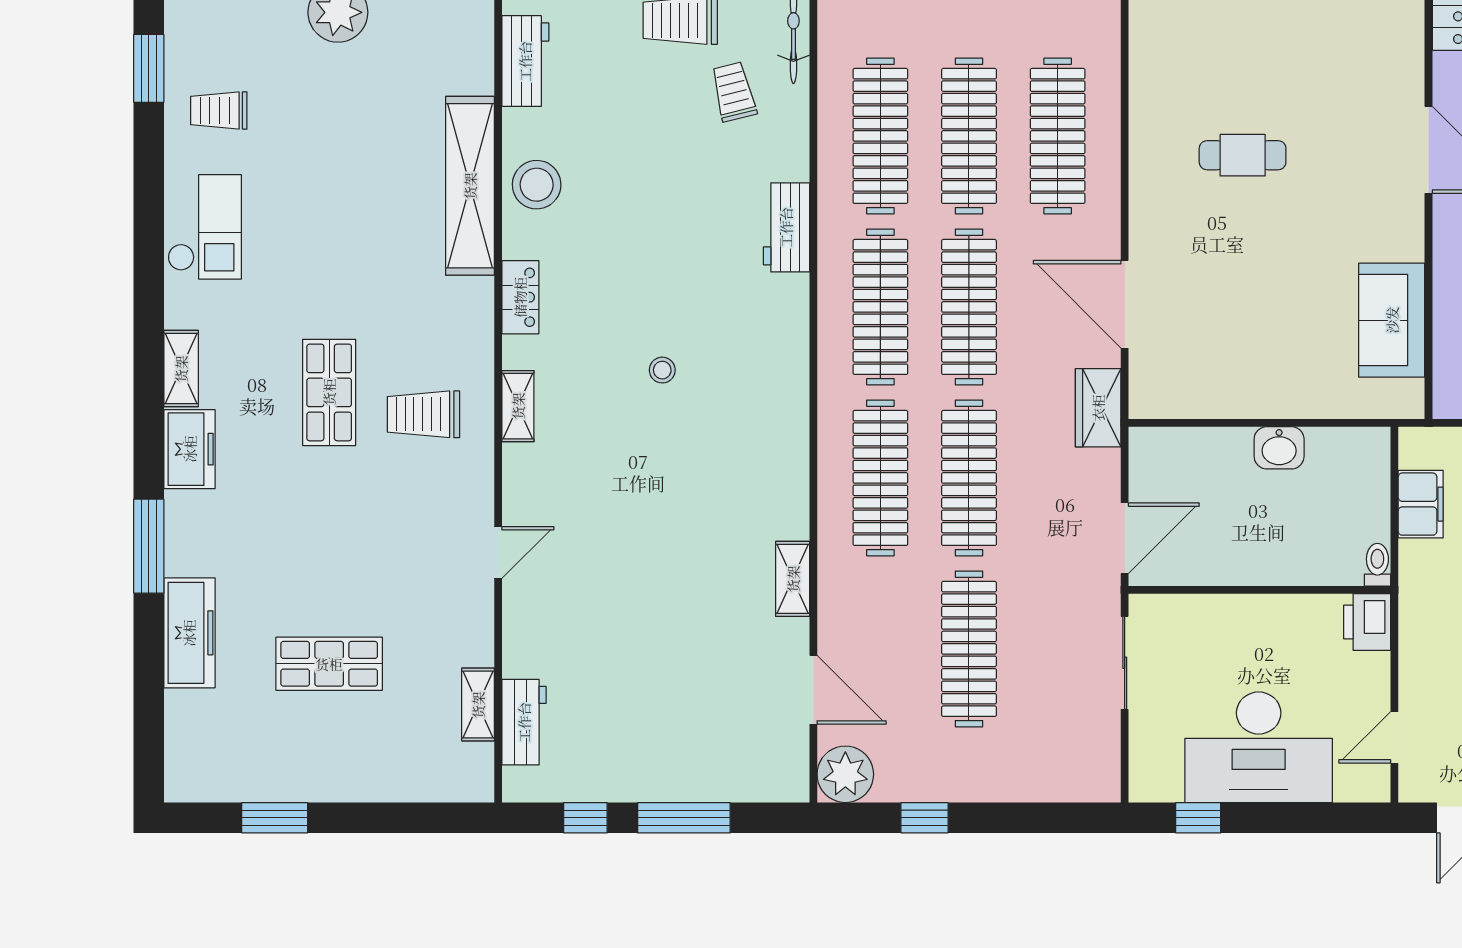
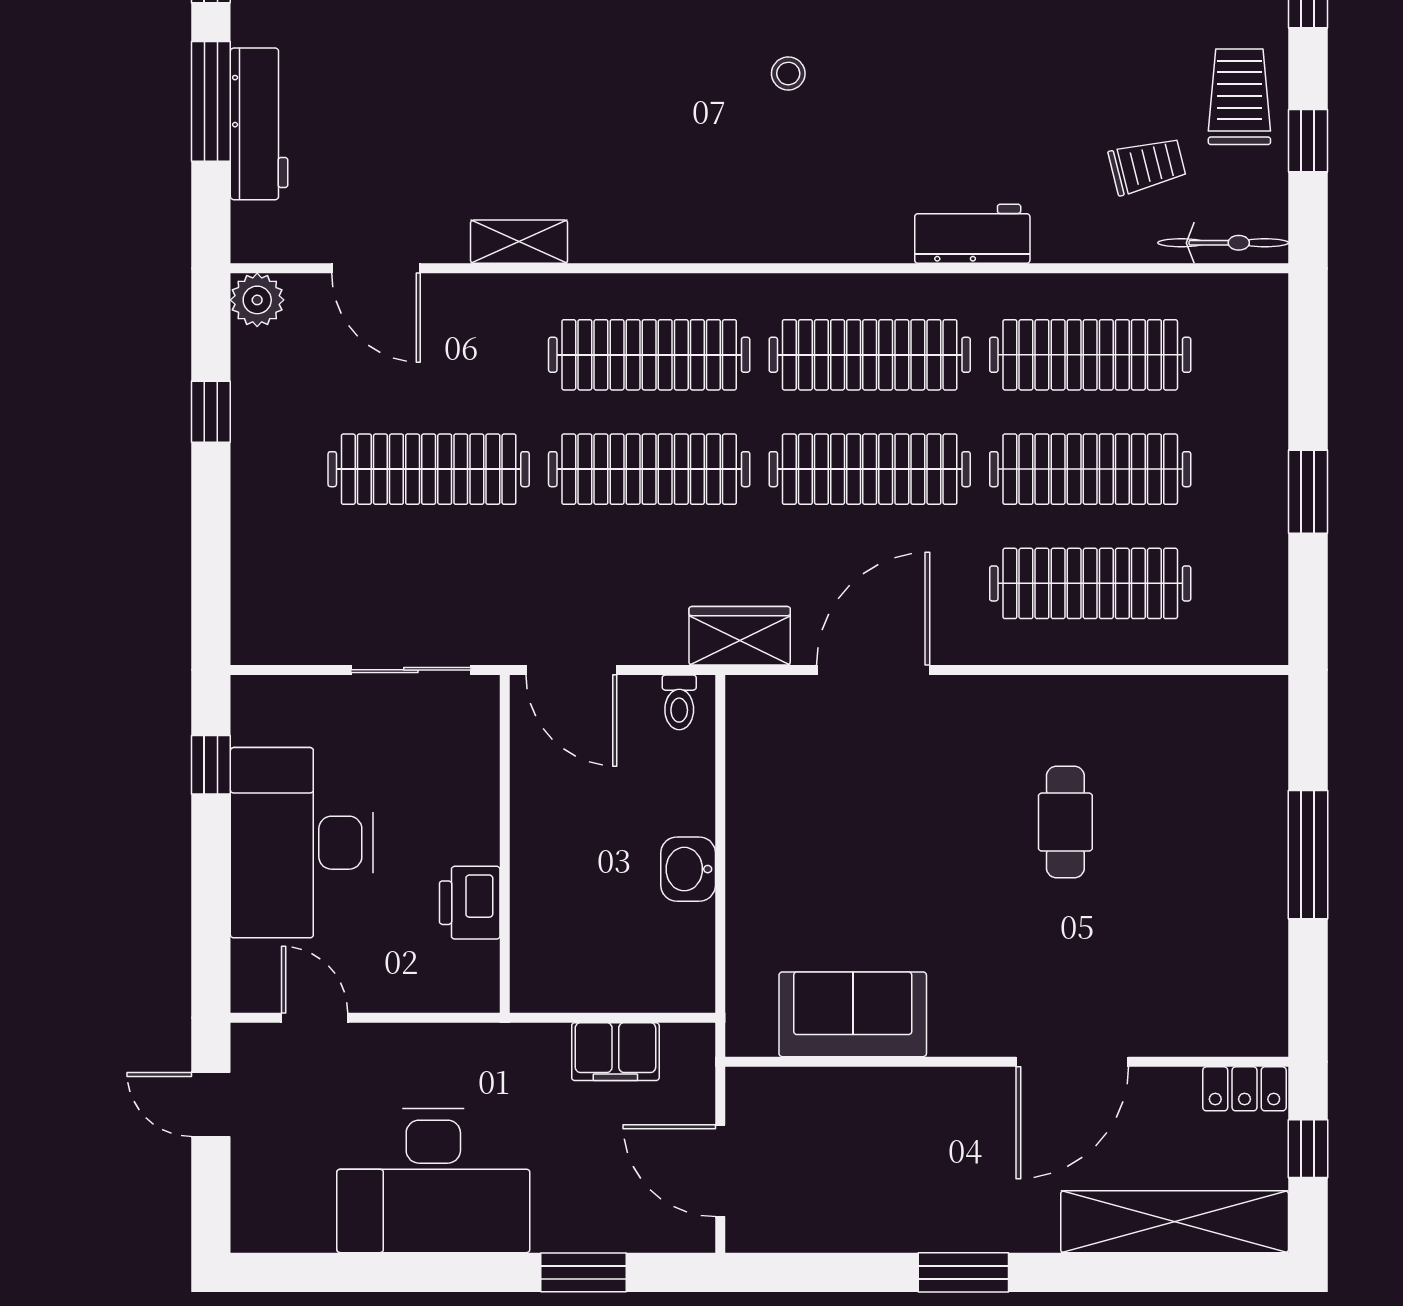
toilet: (1377, 565) -> (679, 702), moved, turned 90
printer: (1367, 622) -> (470, 903), moved, turned -90
door: (813, 690) -> (376, 268), hinge flipped
plant: (845, 774) -> (257, 300), width x0.73, depth x0.73
workbench: (701, 780) -> (259, 124), added

